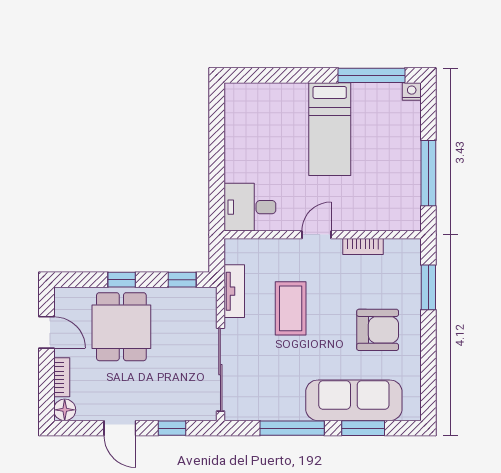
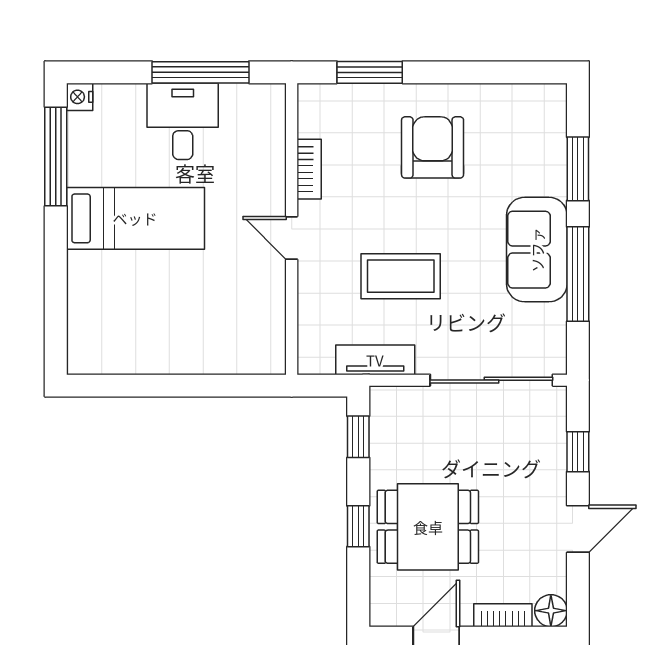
desk: (250, 207) -> (183, 121), moved, turned 180
sofa: (354, 400) -> (537, 250), moved, width x0.73

